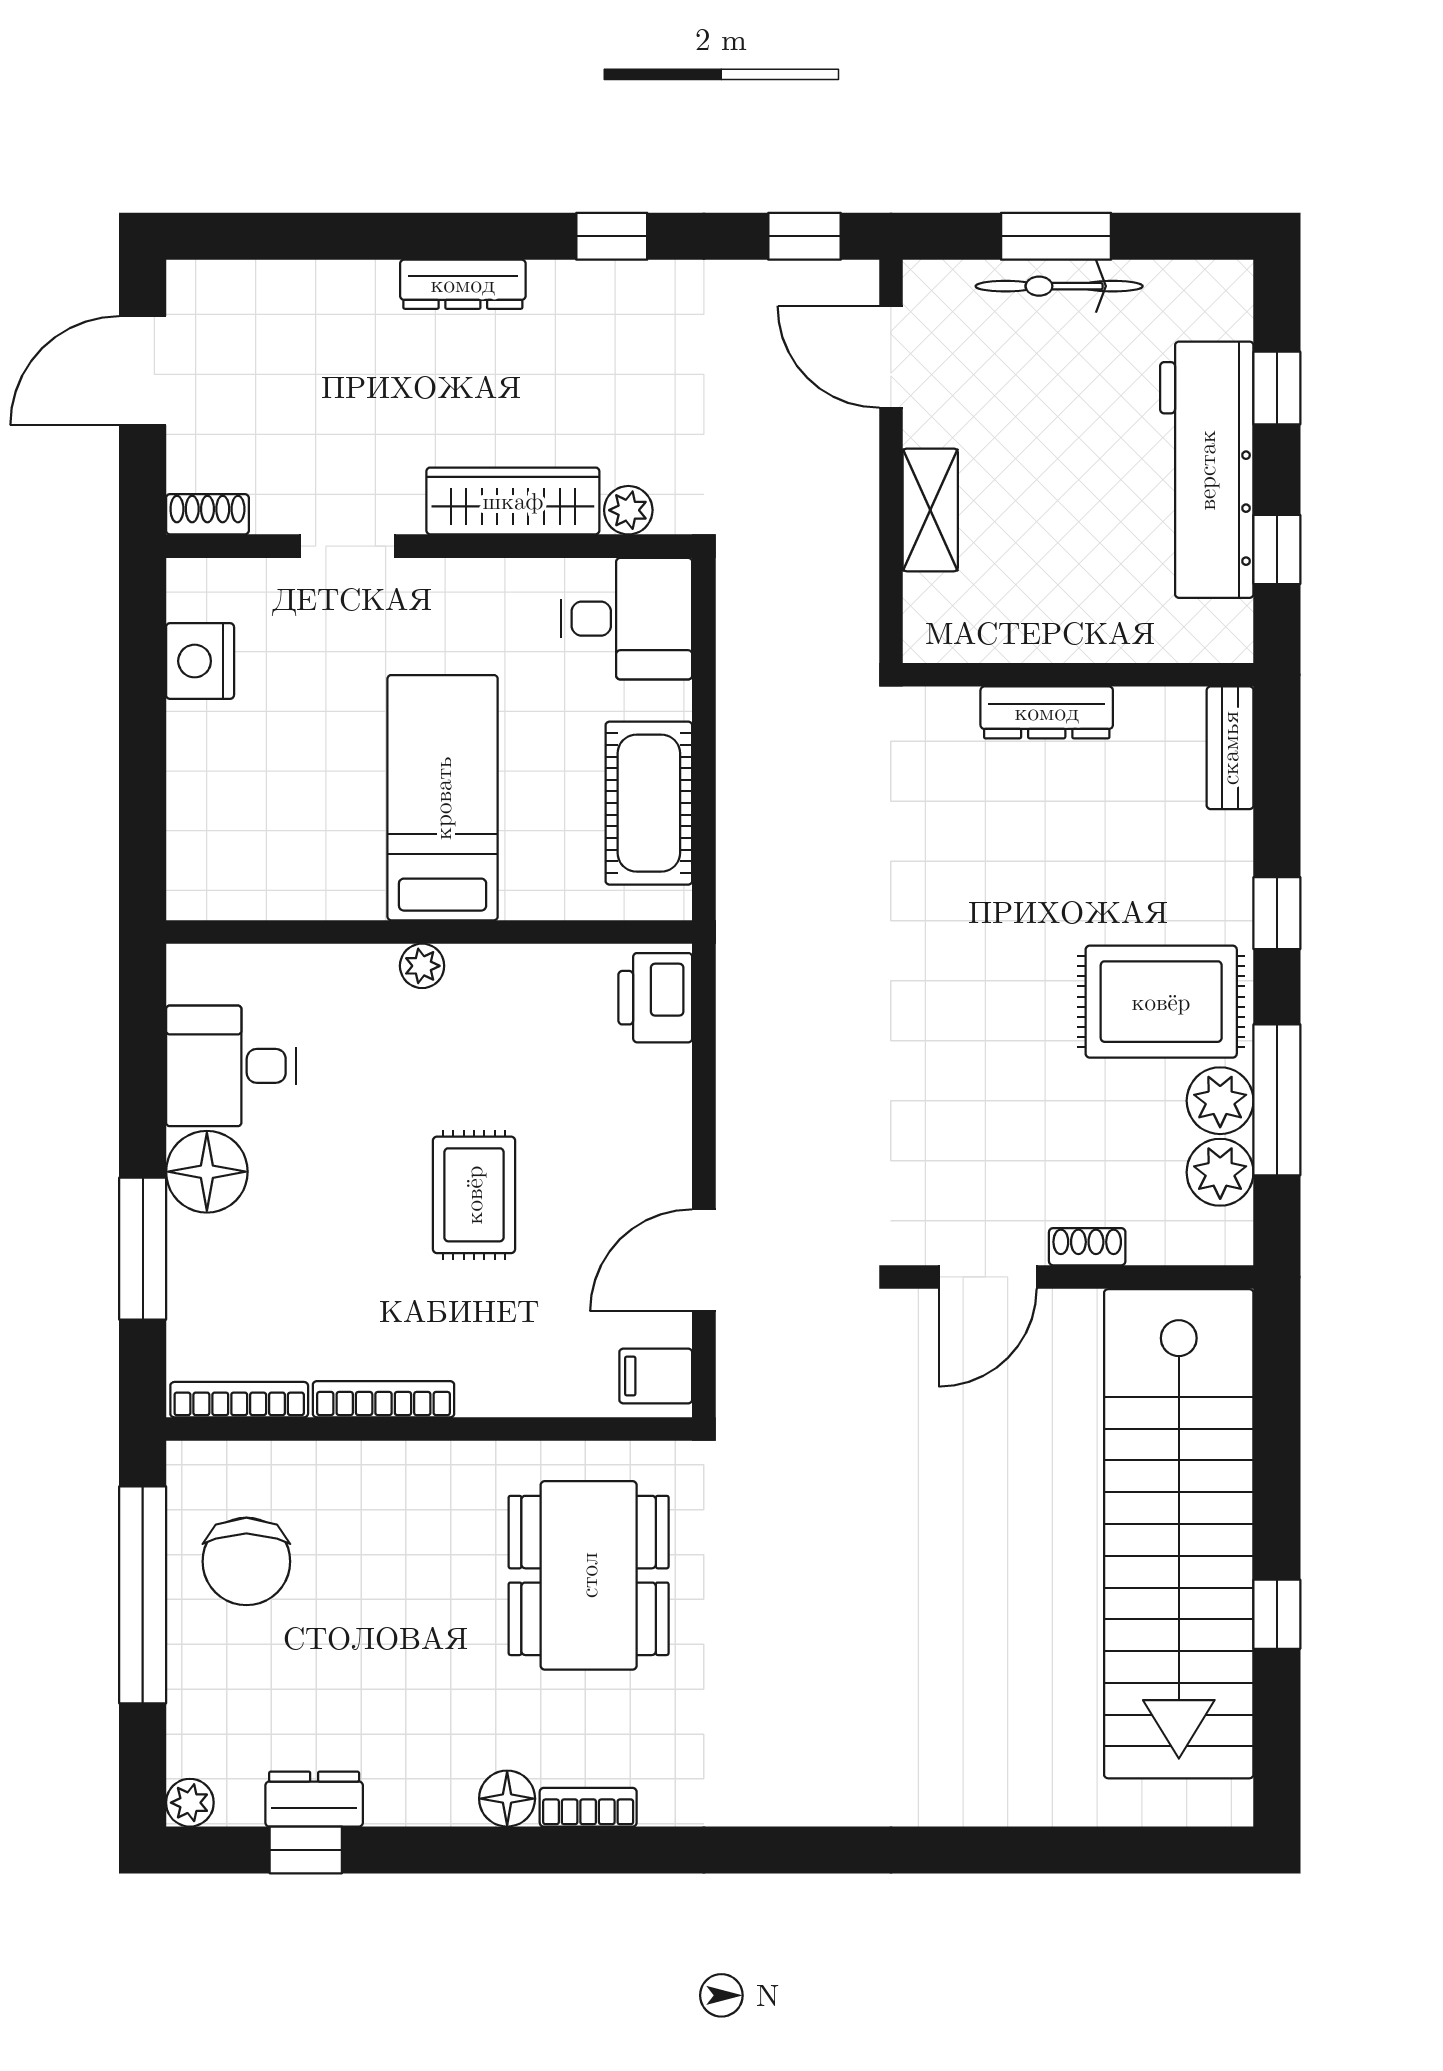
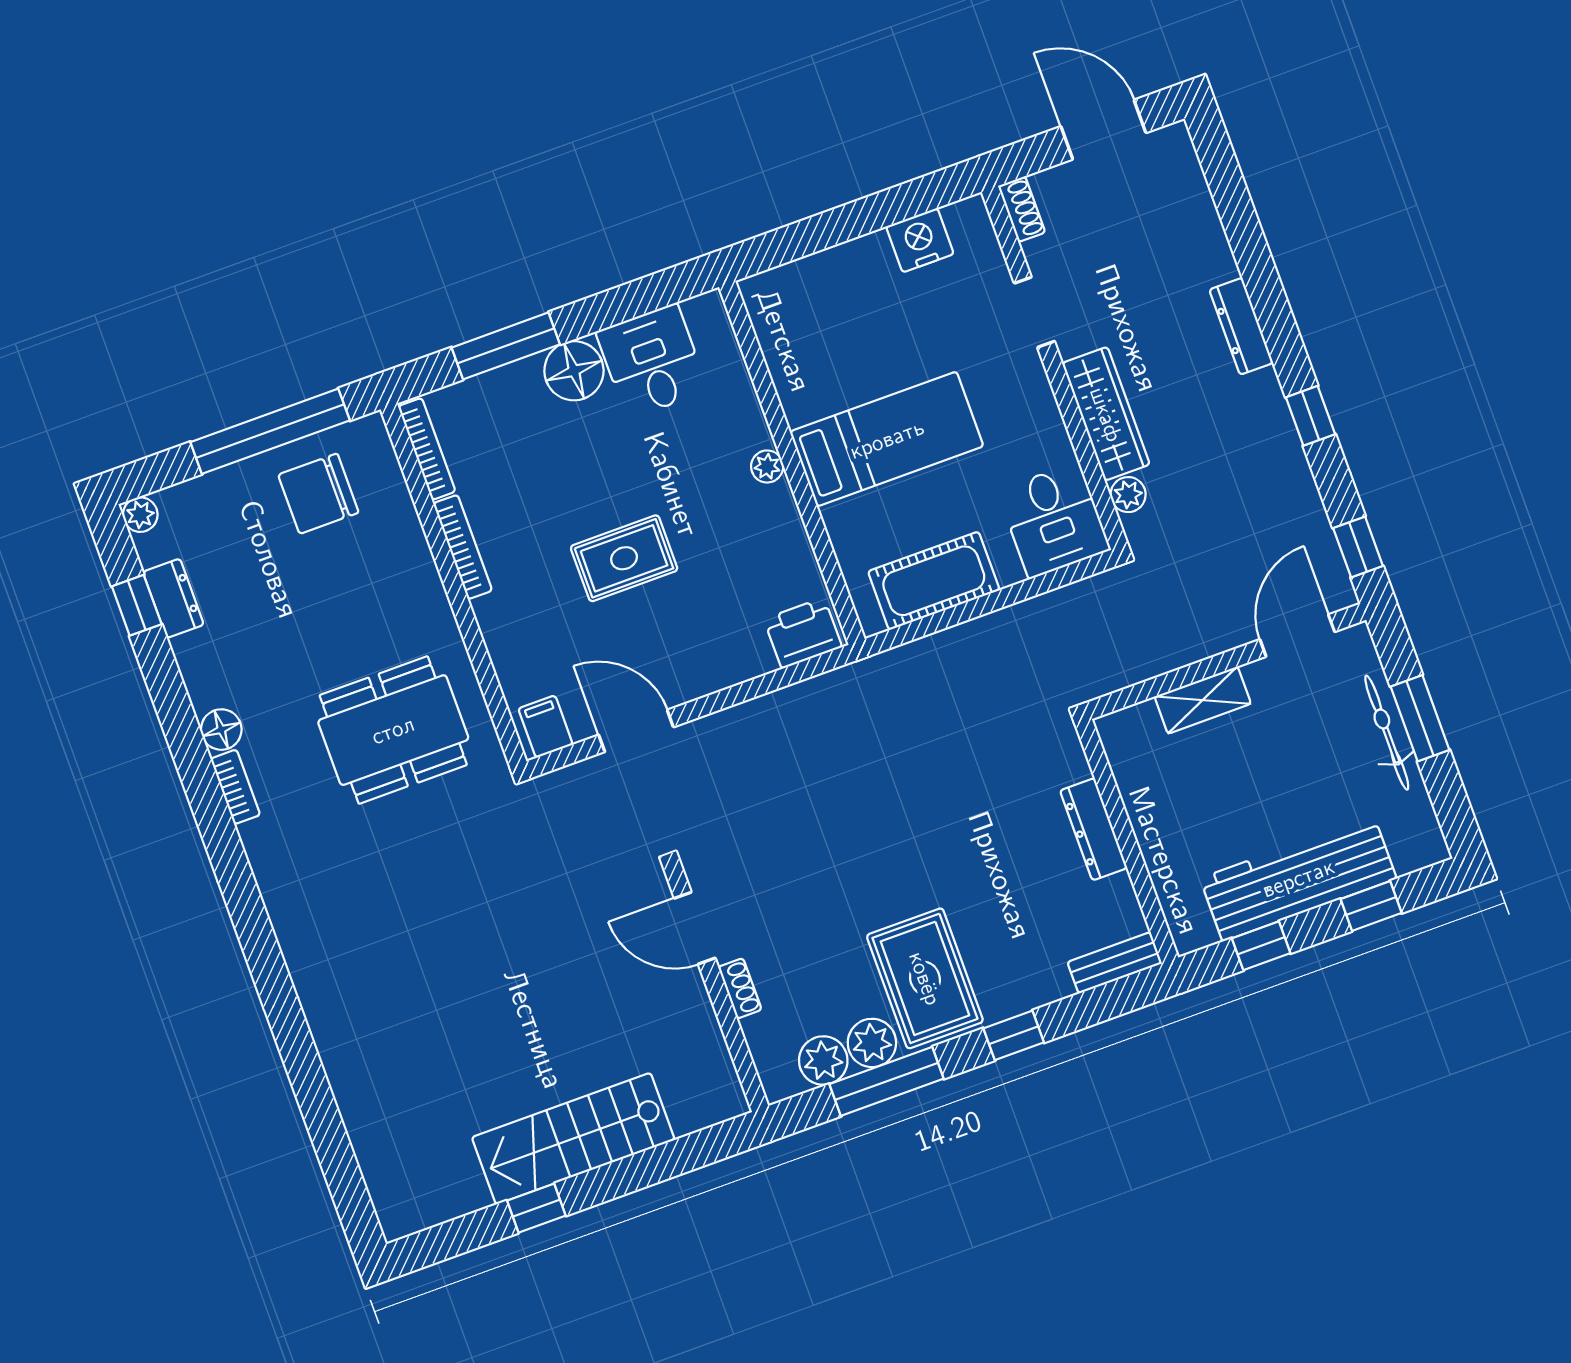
stairs: (1179, 1534) -> (573, 1139), width x0.54, depth x0.66

